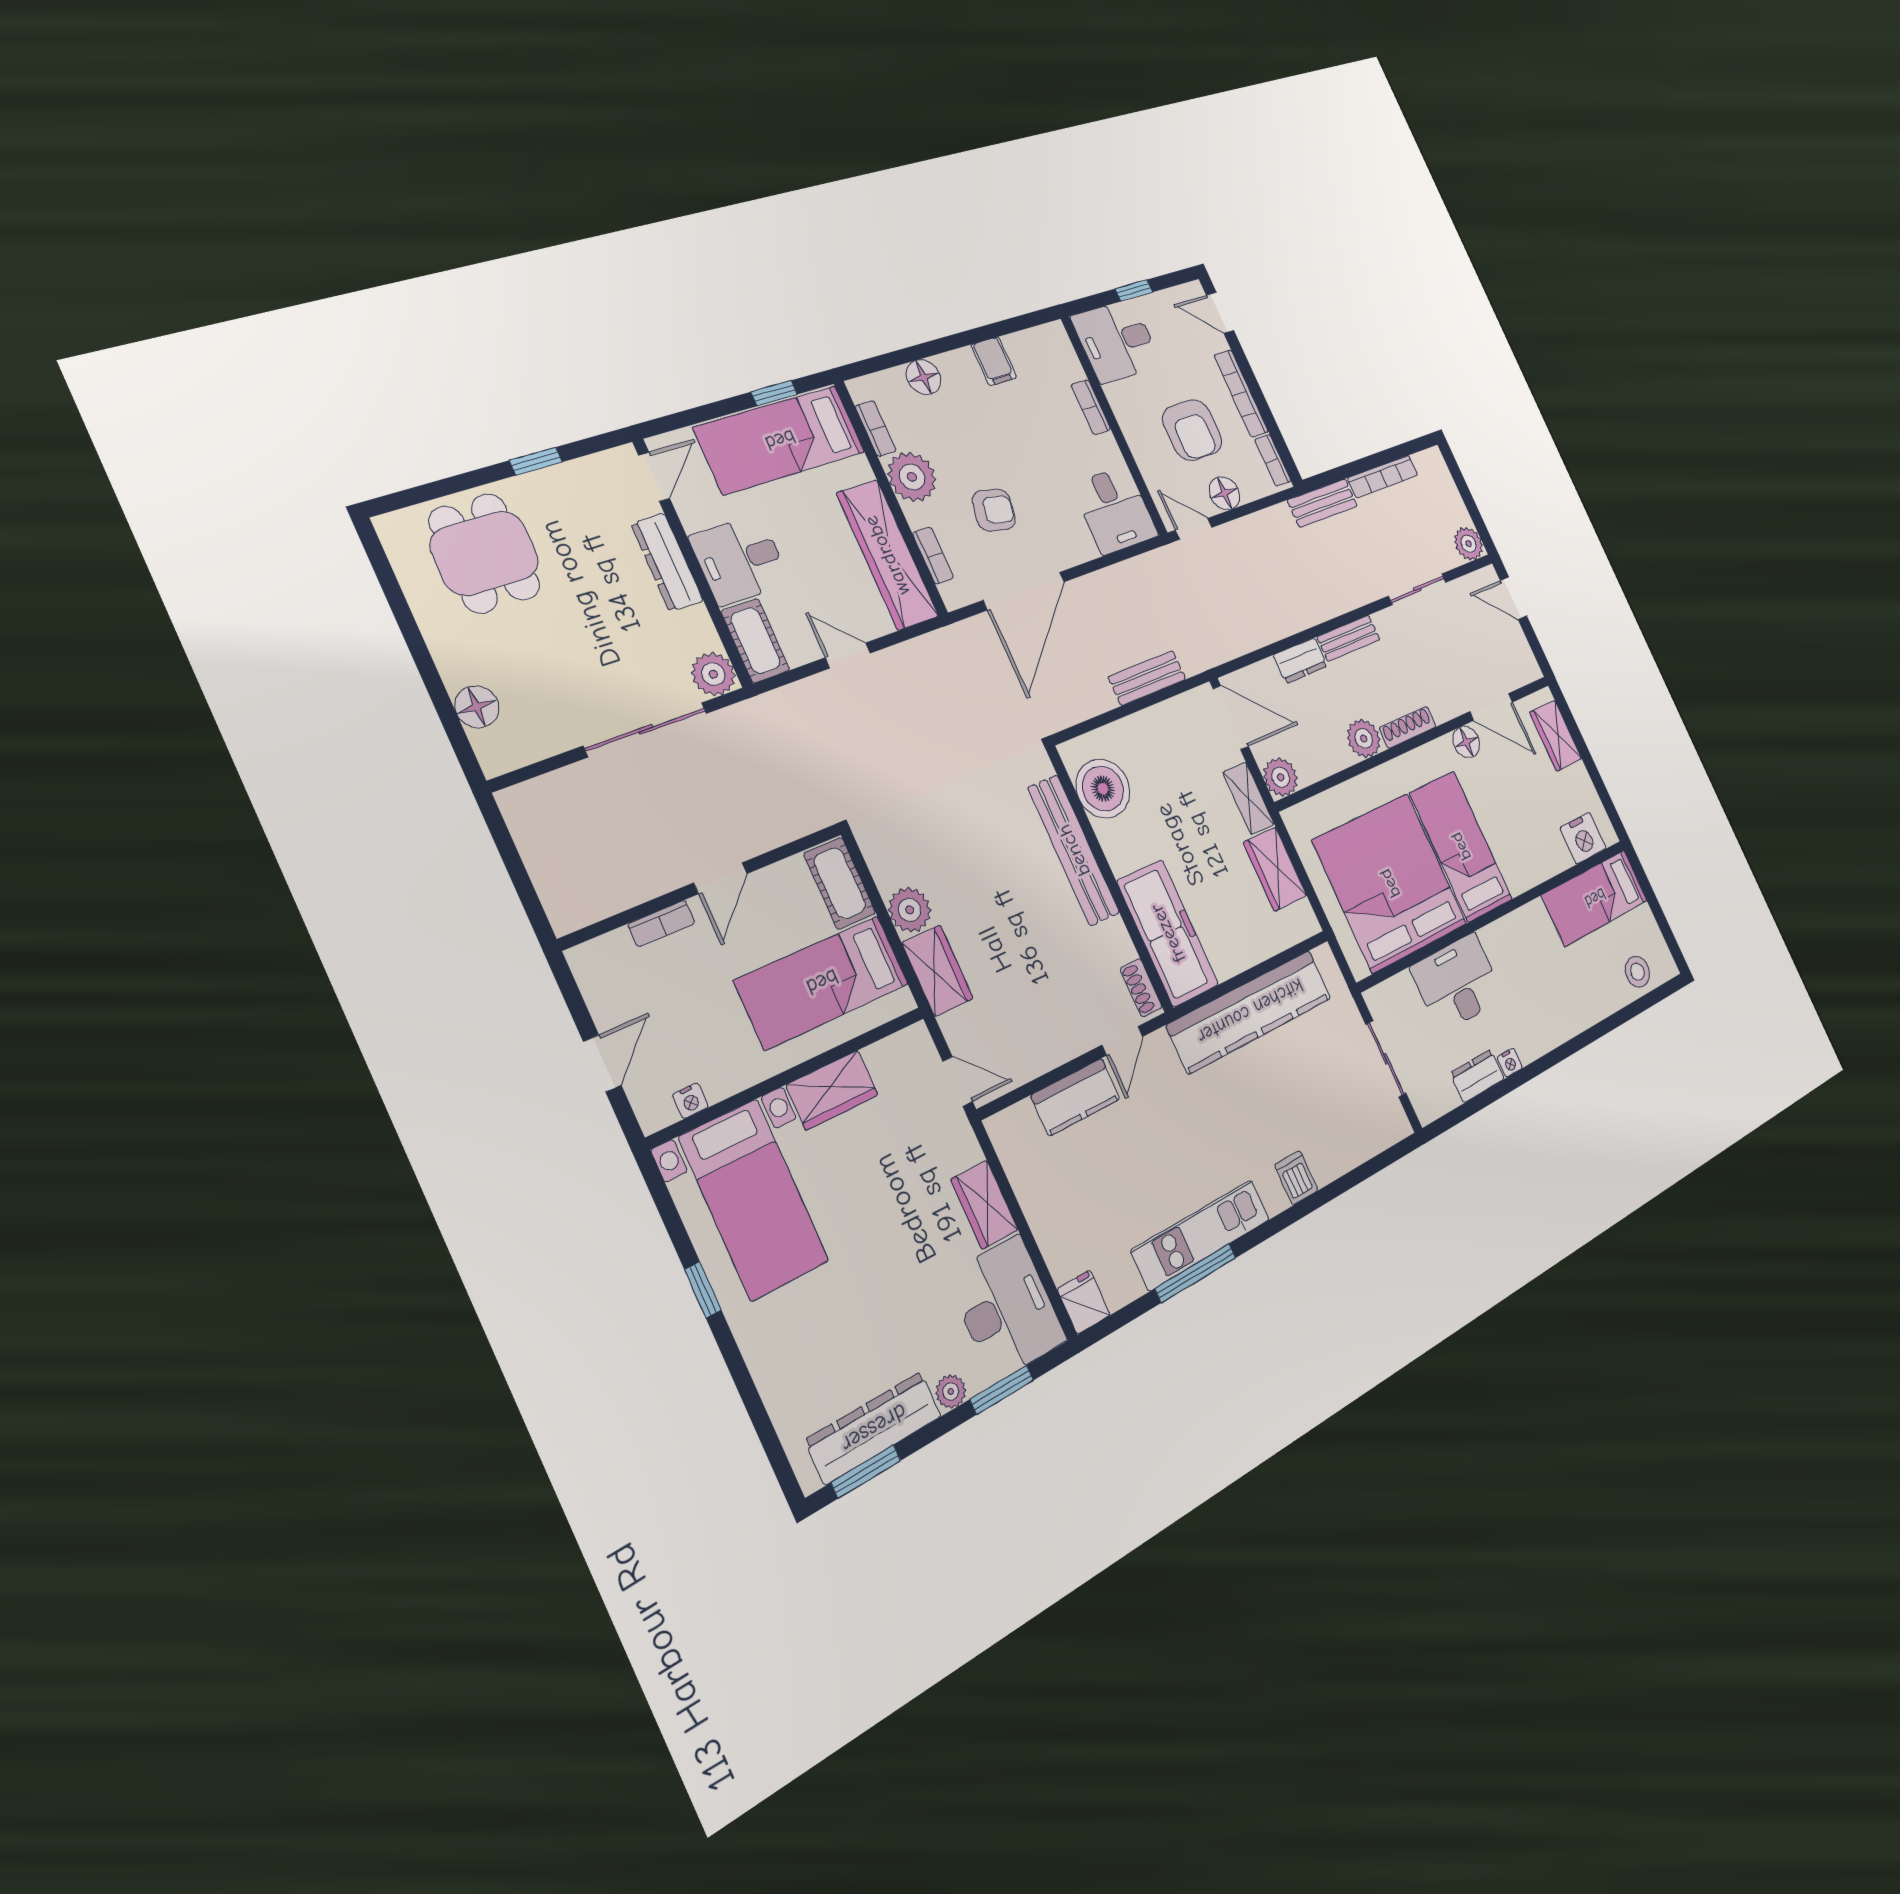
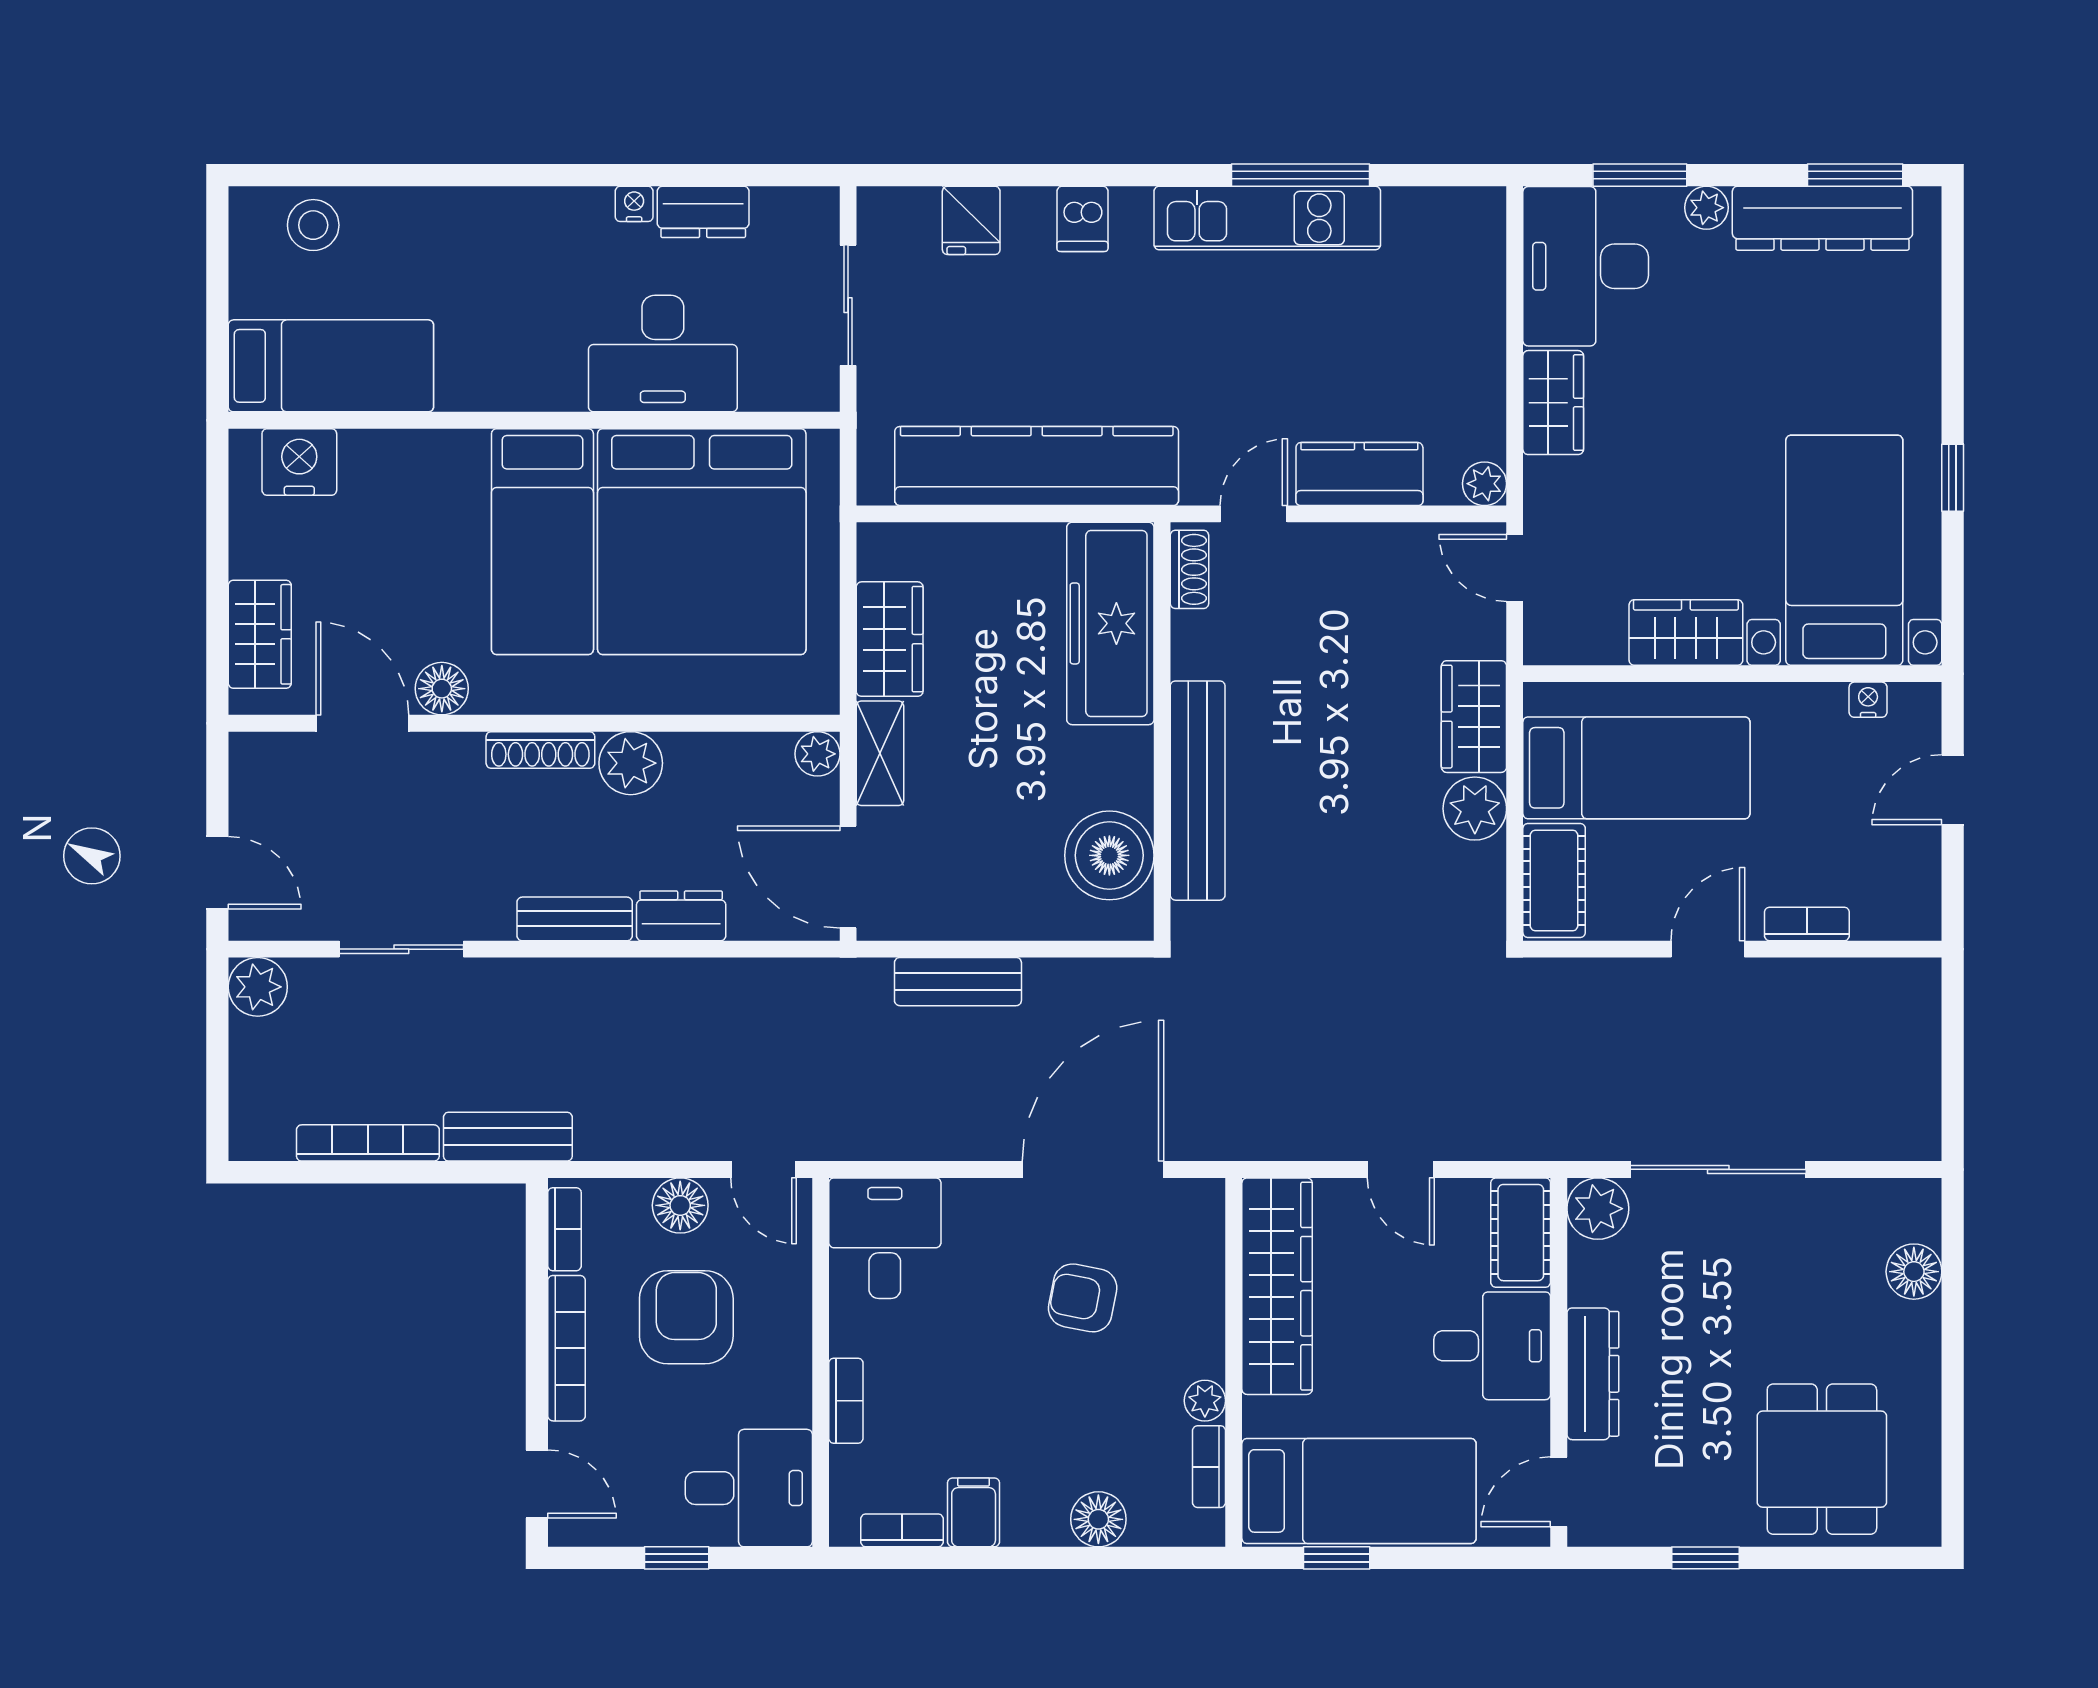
plant: (912, 477) -> (1205, 1401), width x0.53, depth x0.53
bookcase: (933, 555) -> (902, 1530), moved, turned 90
plant: (1281, 777) -> (817, 754), width x0.73, depth x0.73
plant: (1001, 1128) -> (1484, 484), added
fridge: (1084, 1302) -> (971, 220), moved

